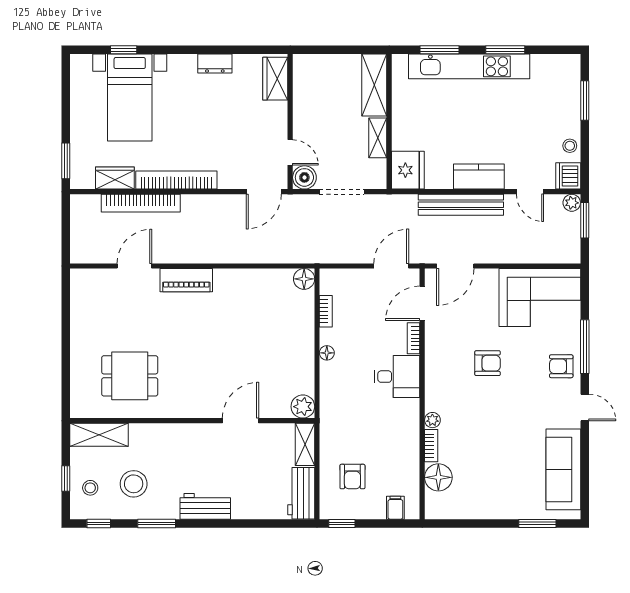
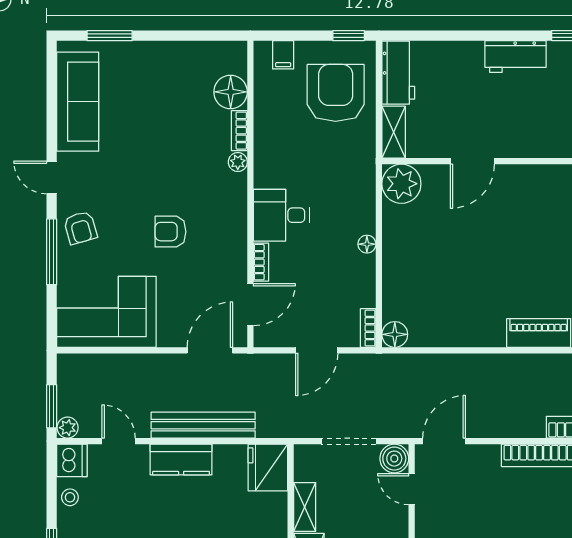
door: (391, 266) -> (317, 350), moved
bookcase: (326, 311) -> (368, 328), moved
armchair: (561, 366) -> (80, 228), turned 74
plant: (303, 407) -> (401, 184), width x1.36, depth x1.36
armchair: (352, 477) -> (336, 93), width x1.88, depth x1.88

